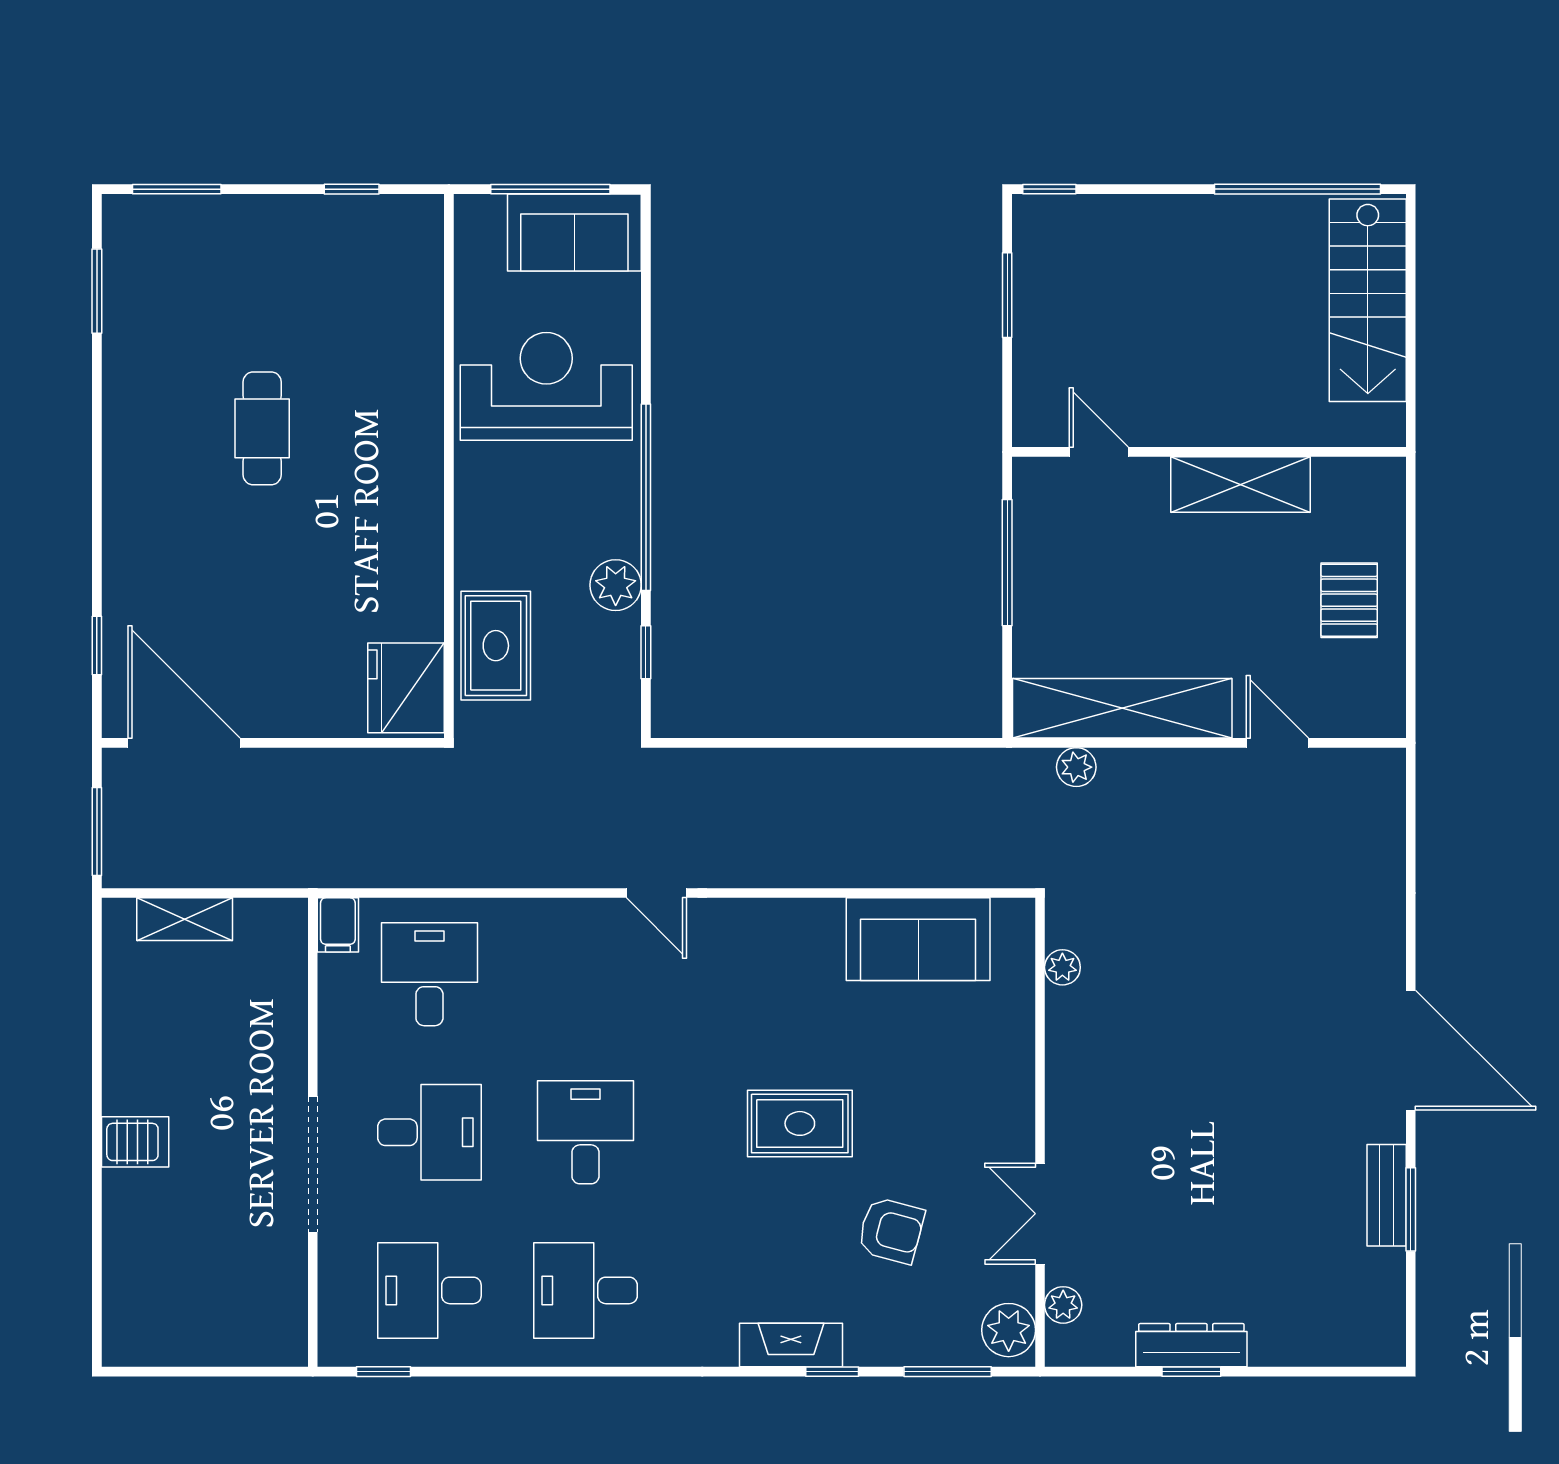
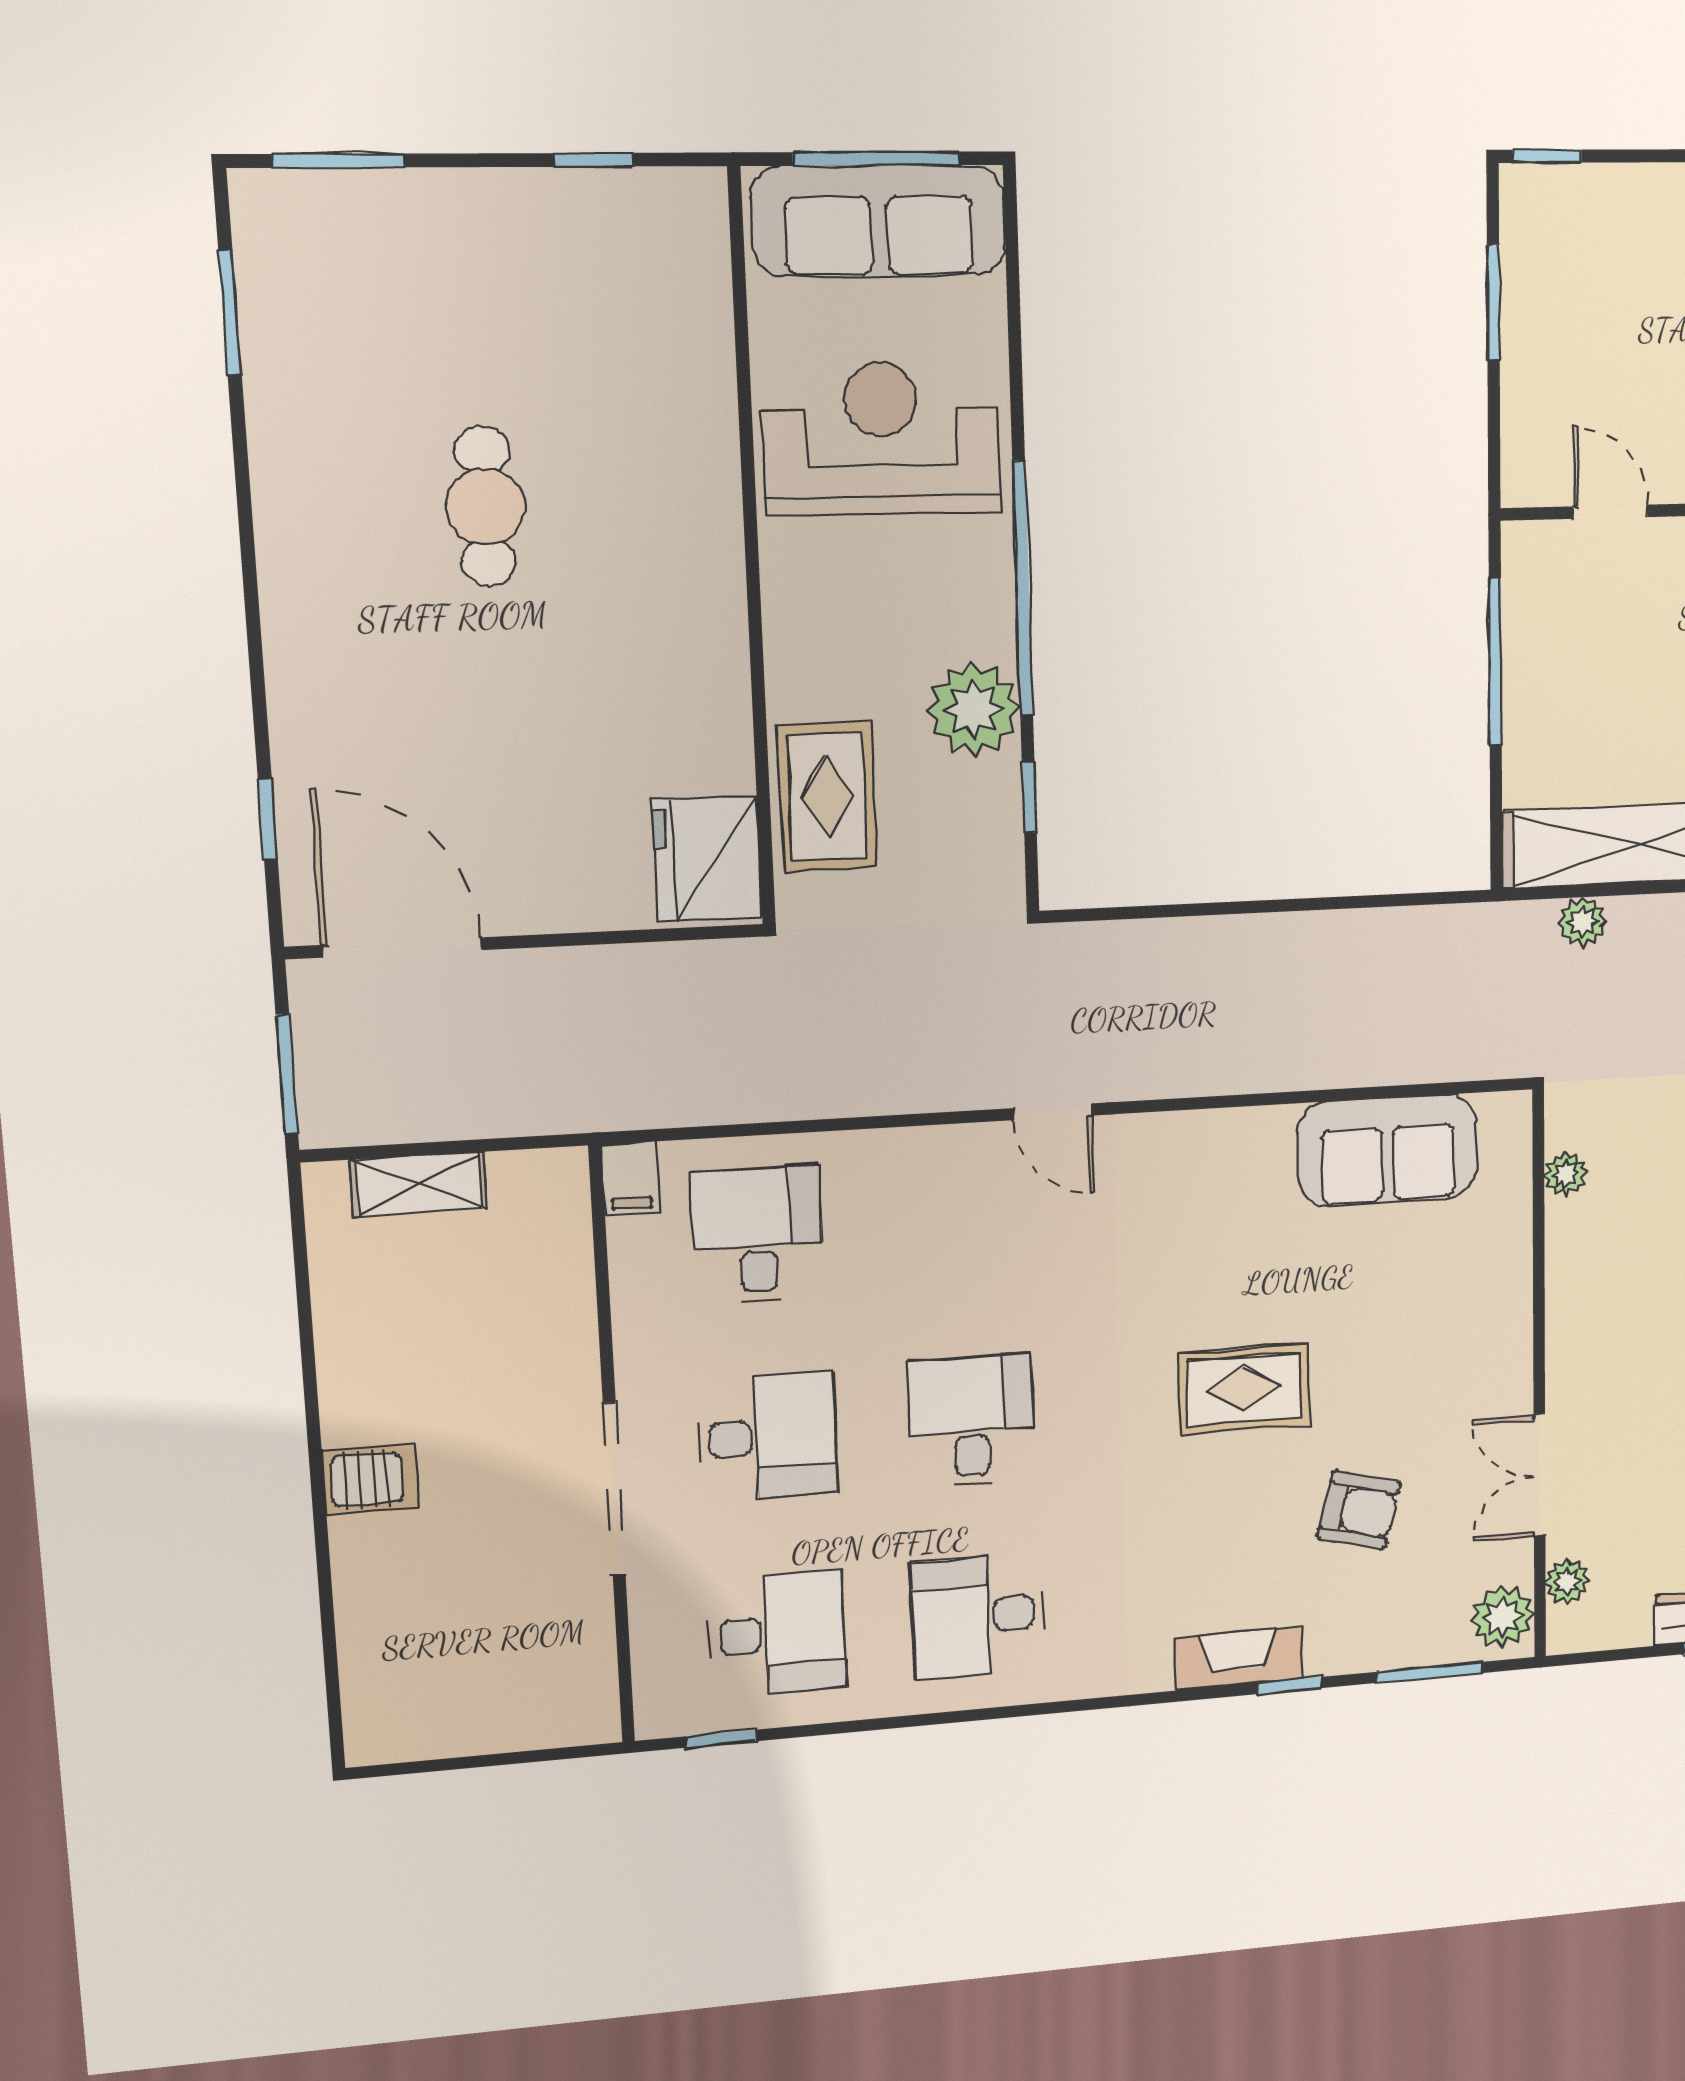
sofa: (574, 232) -> (879, 221), width x1.36
plant: (616, 585) -> (974, 709), width x1.36, depth x1.36
desk: (429, 1290) -> (777, 1634), turned 180

